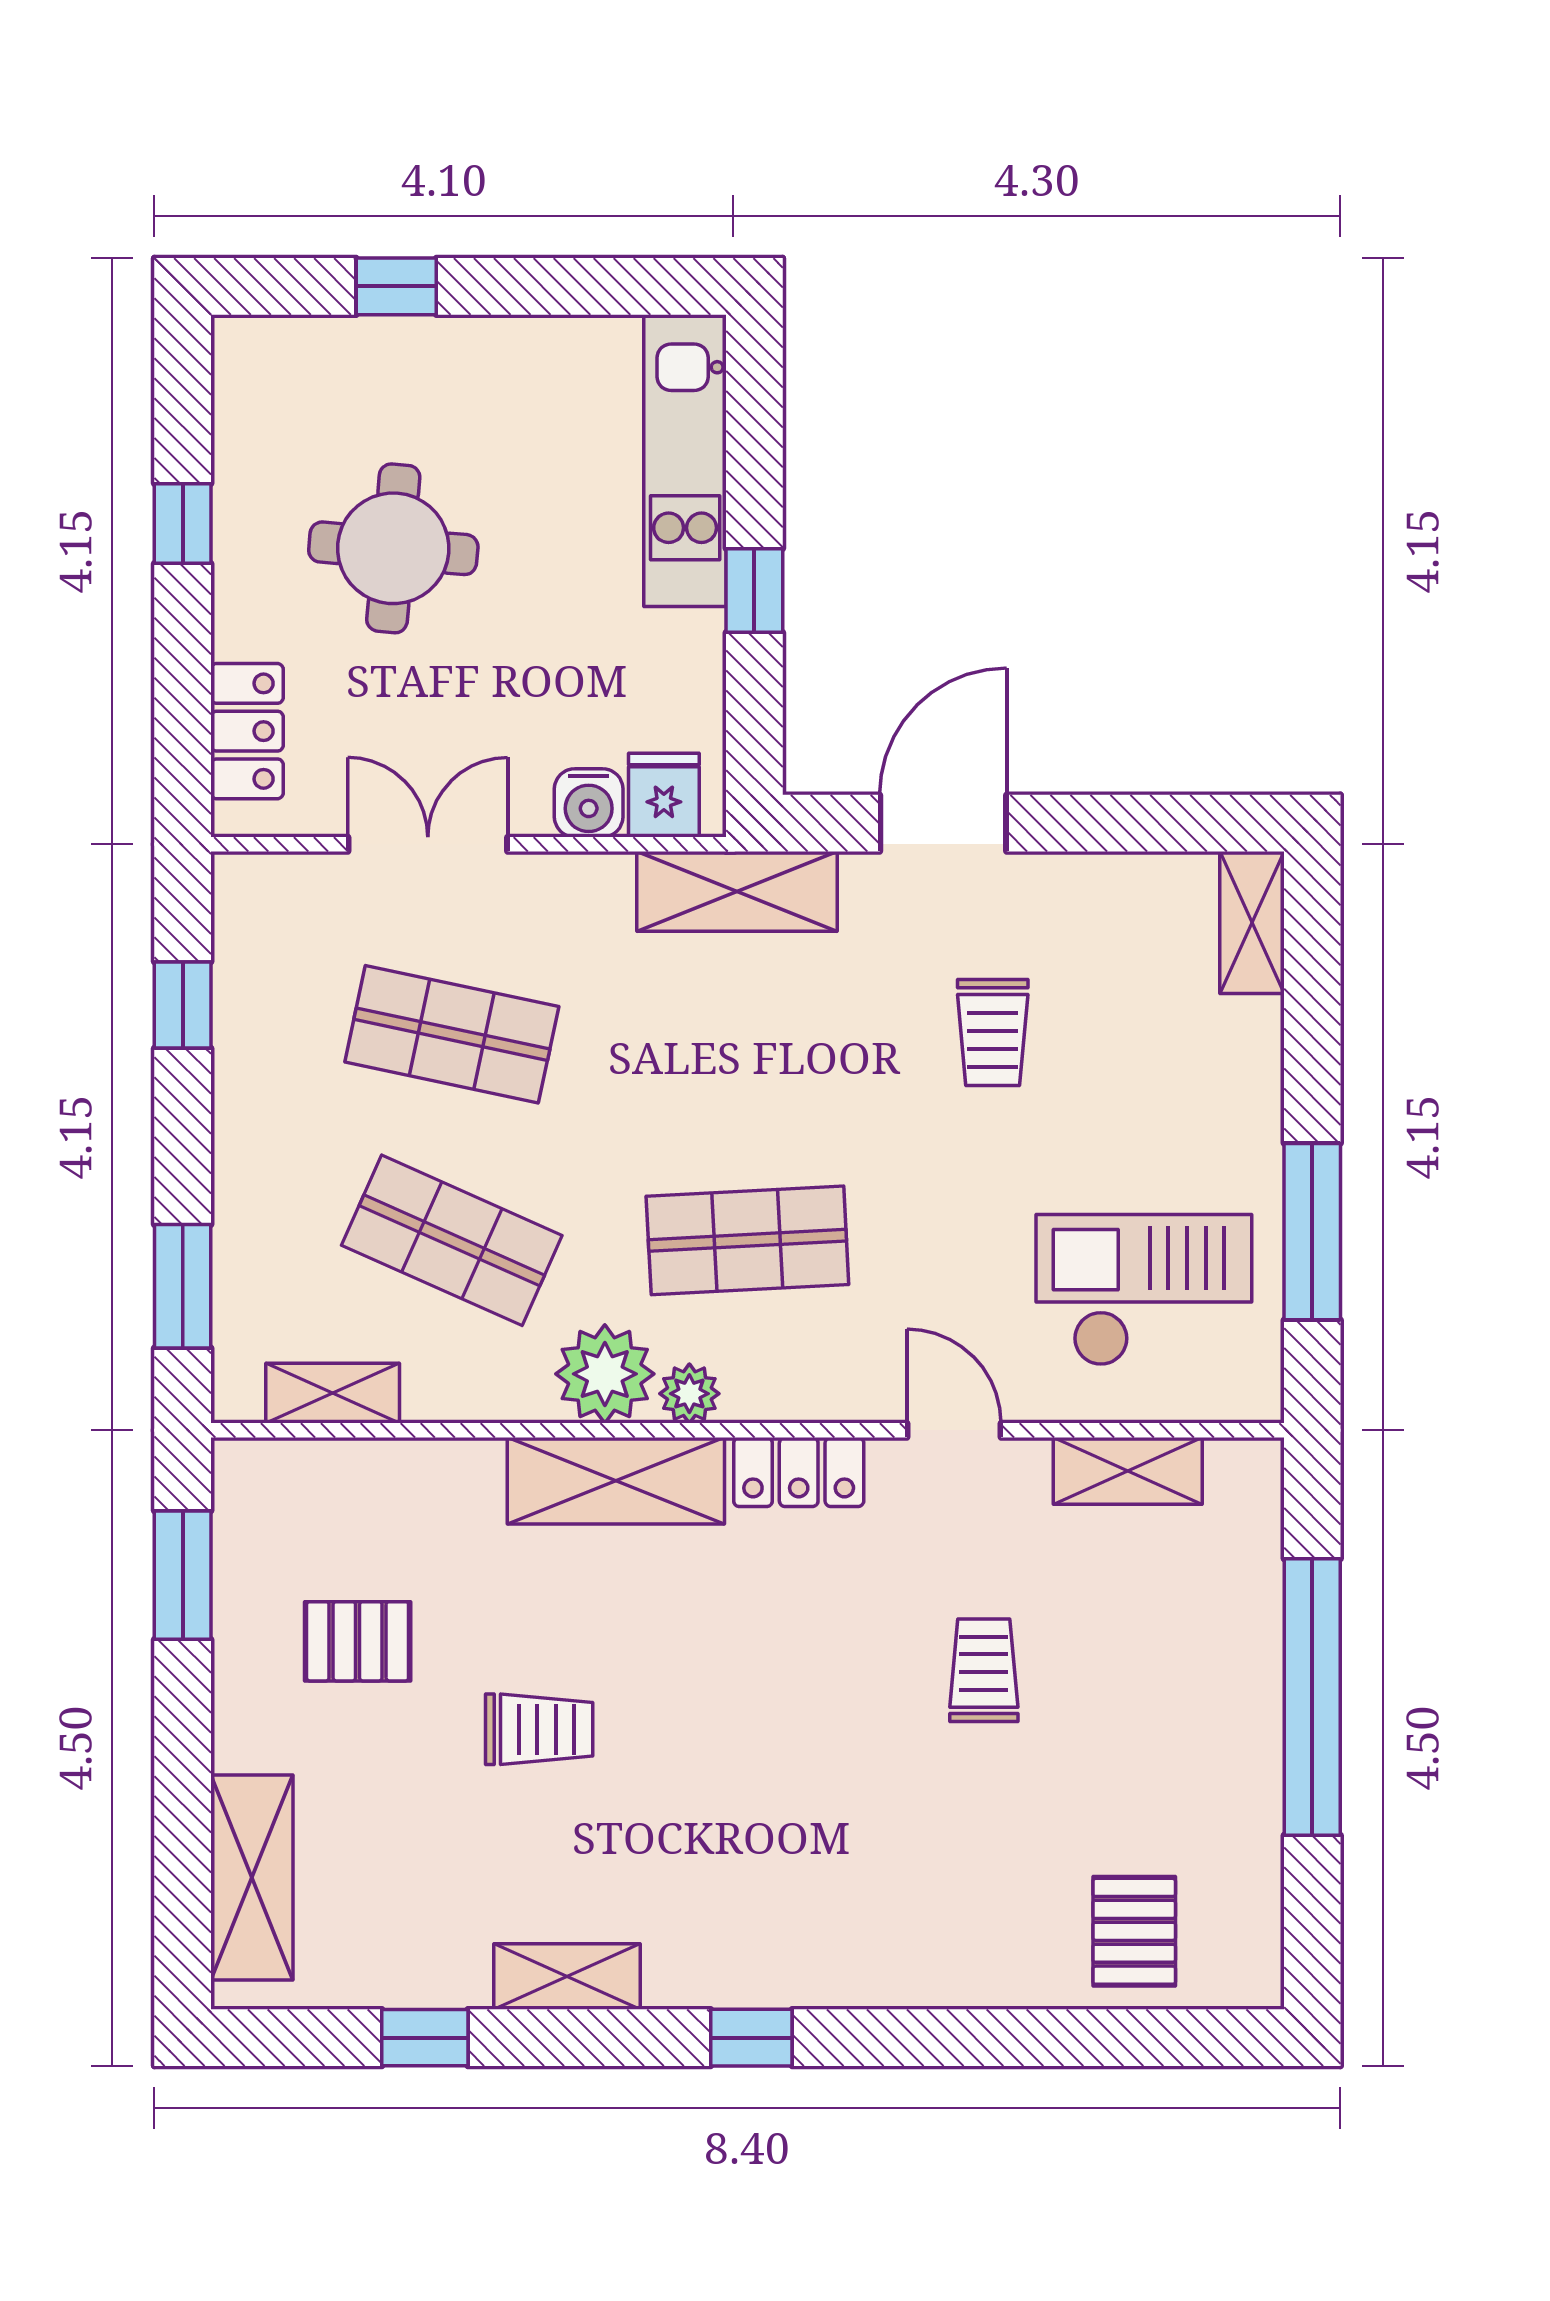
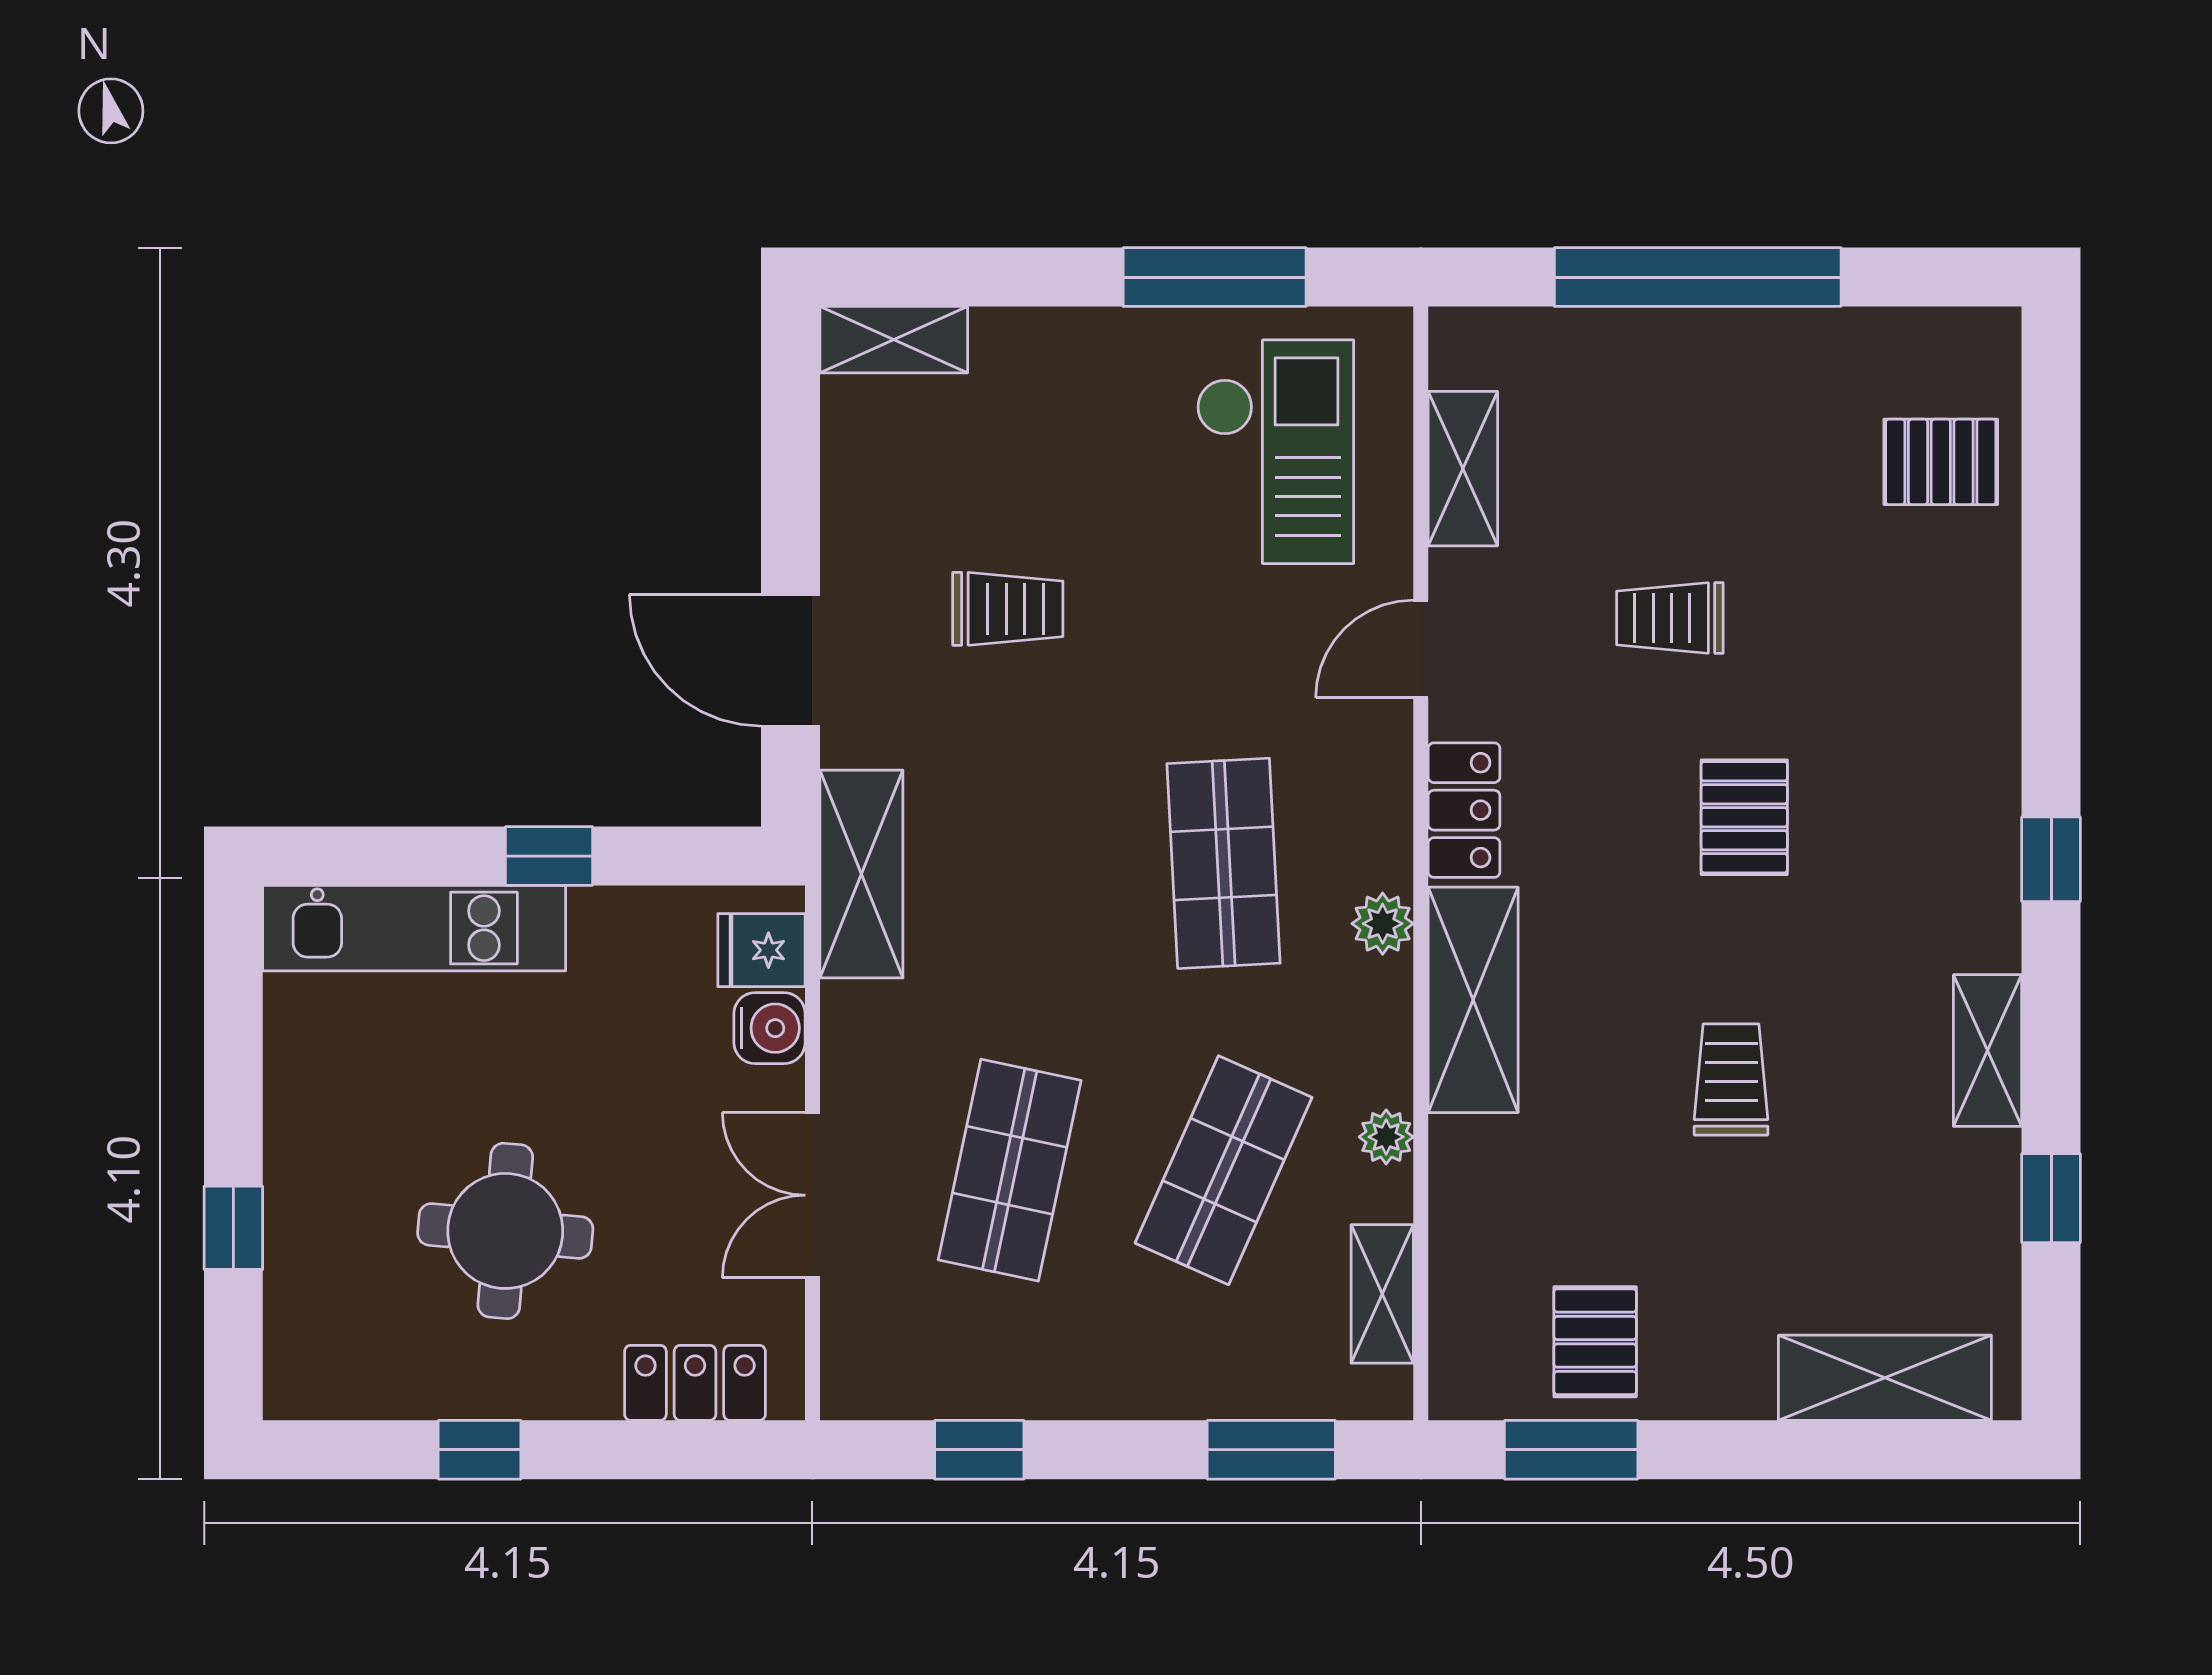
checkout: (1144, 1290) -> (1275, 452), turned 180
plant: (605, 1374) -> (1386, 1137), moved, width x0.53, depth x0.53
pallet: (358, 1641) -> (1595, 1342), moved
pallet: (792, 1742) -> (1744, 817), added

